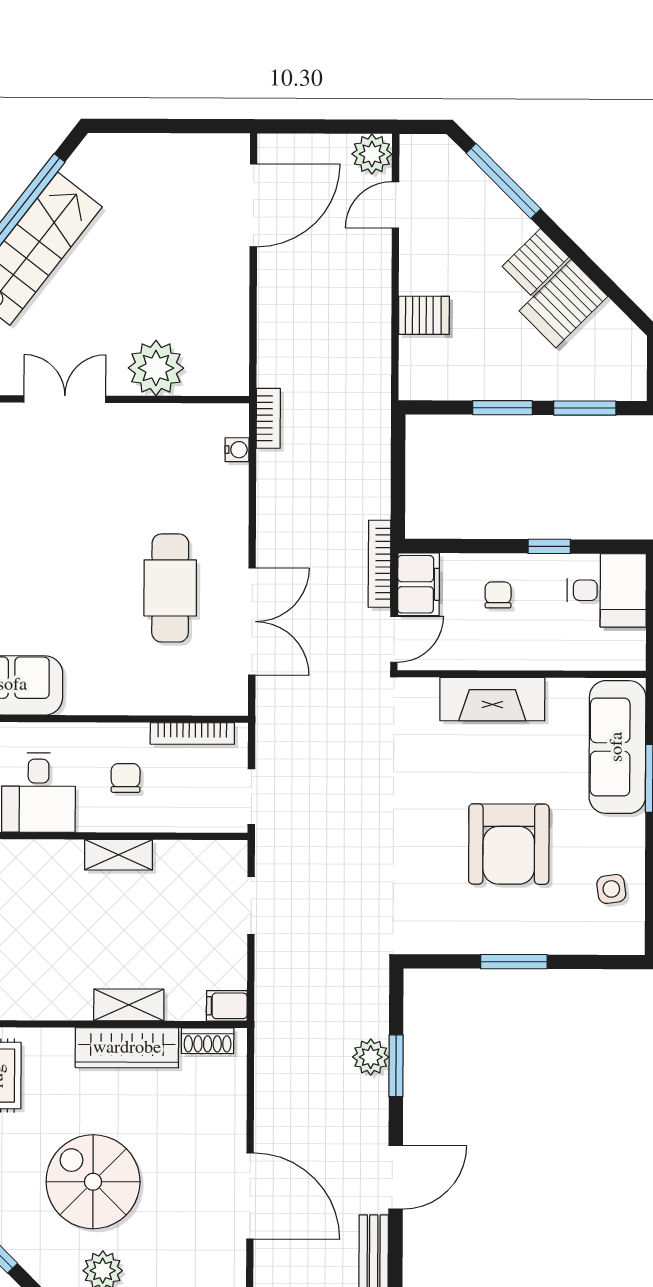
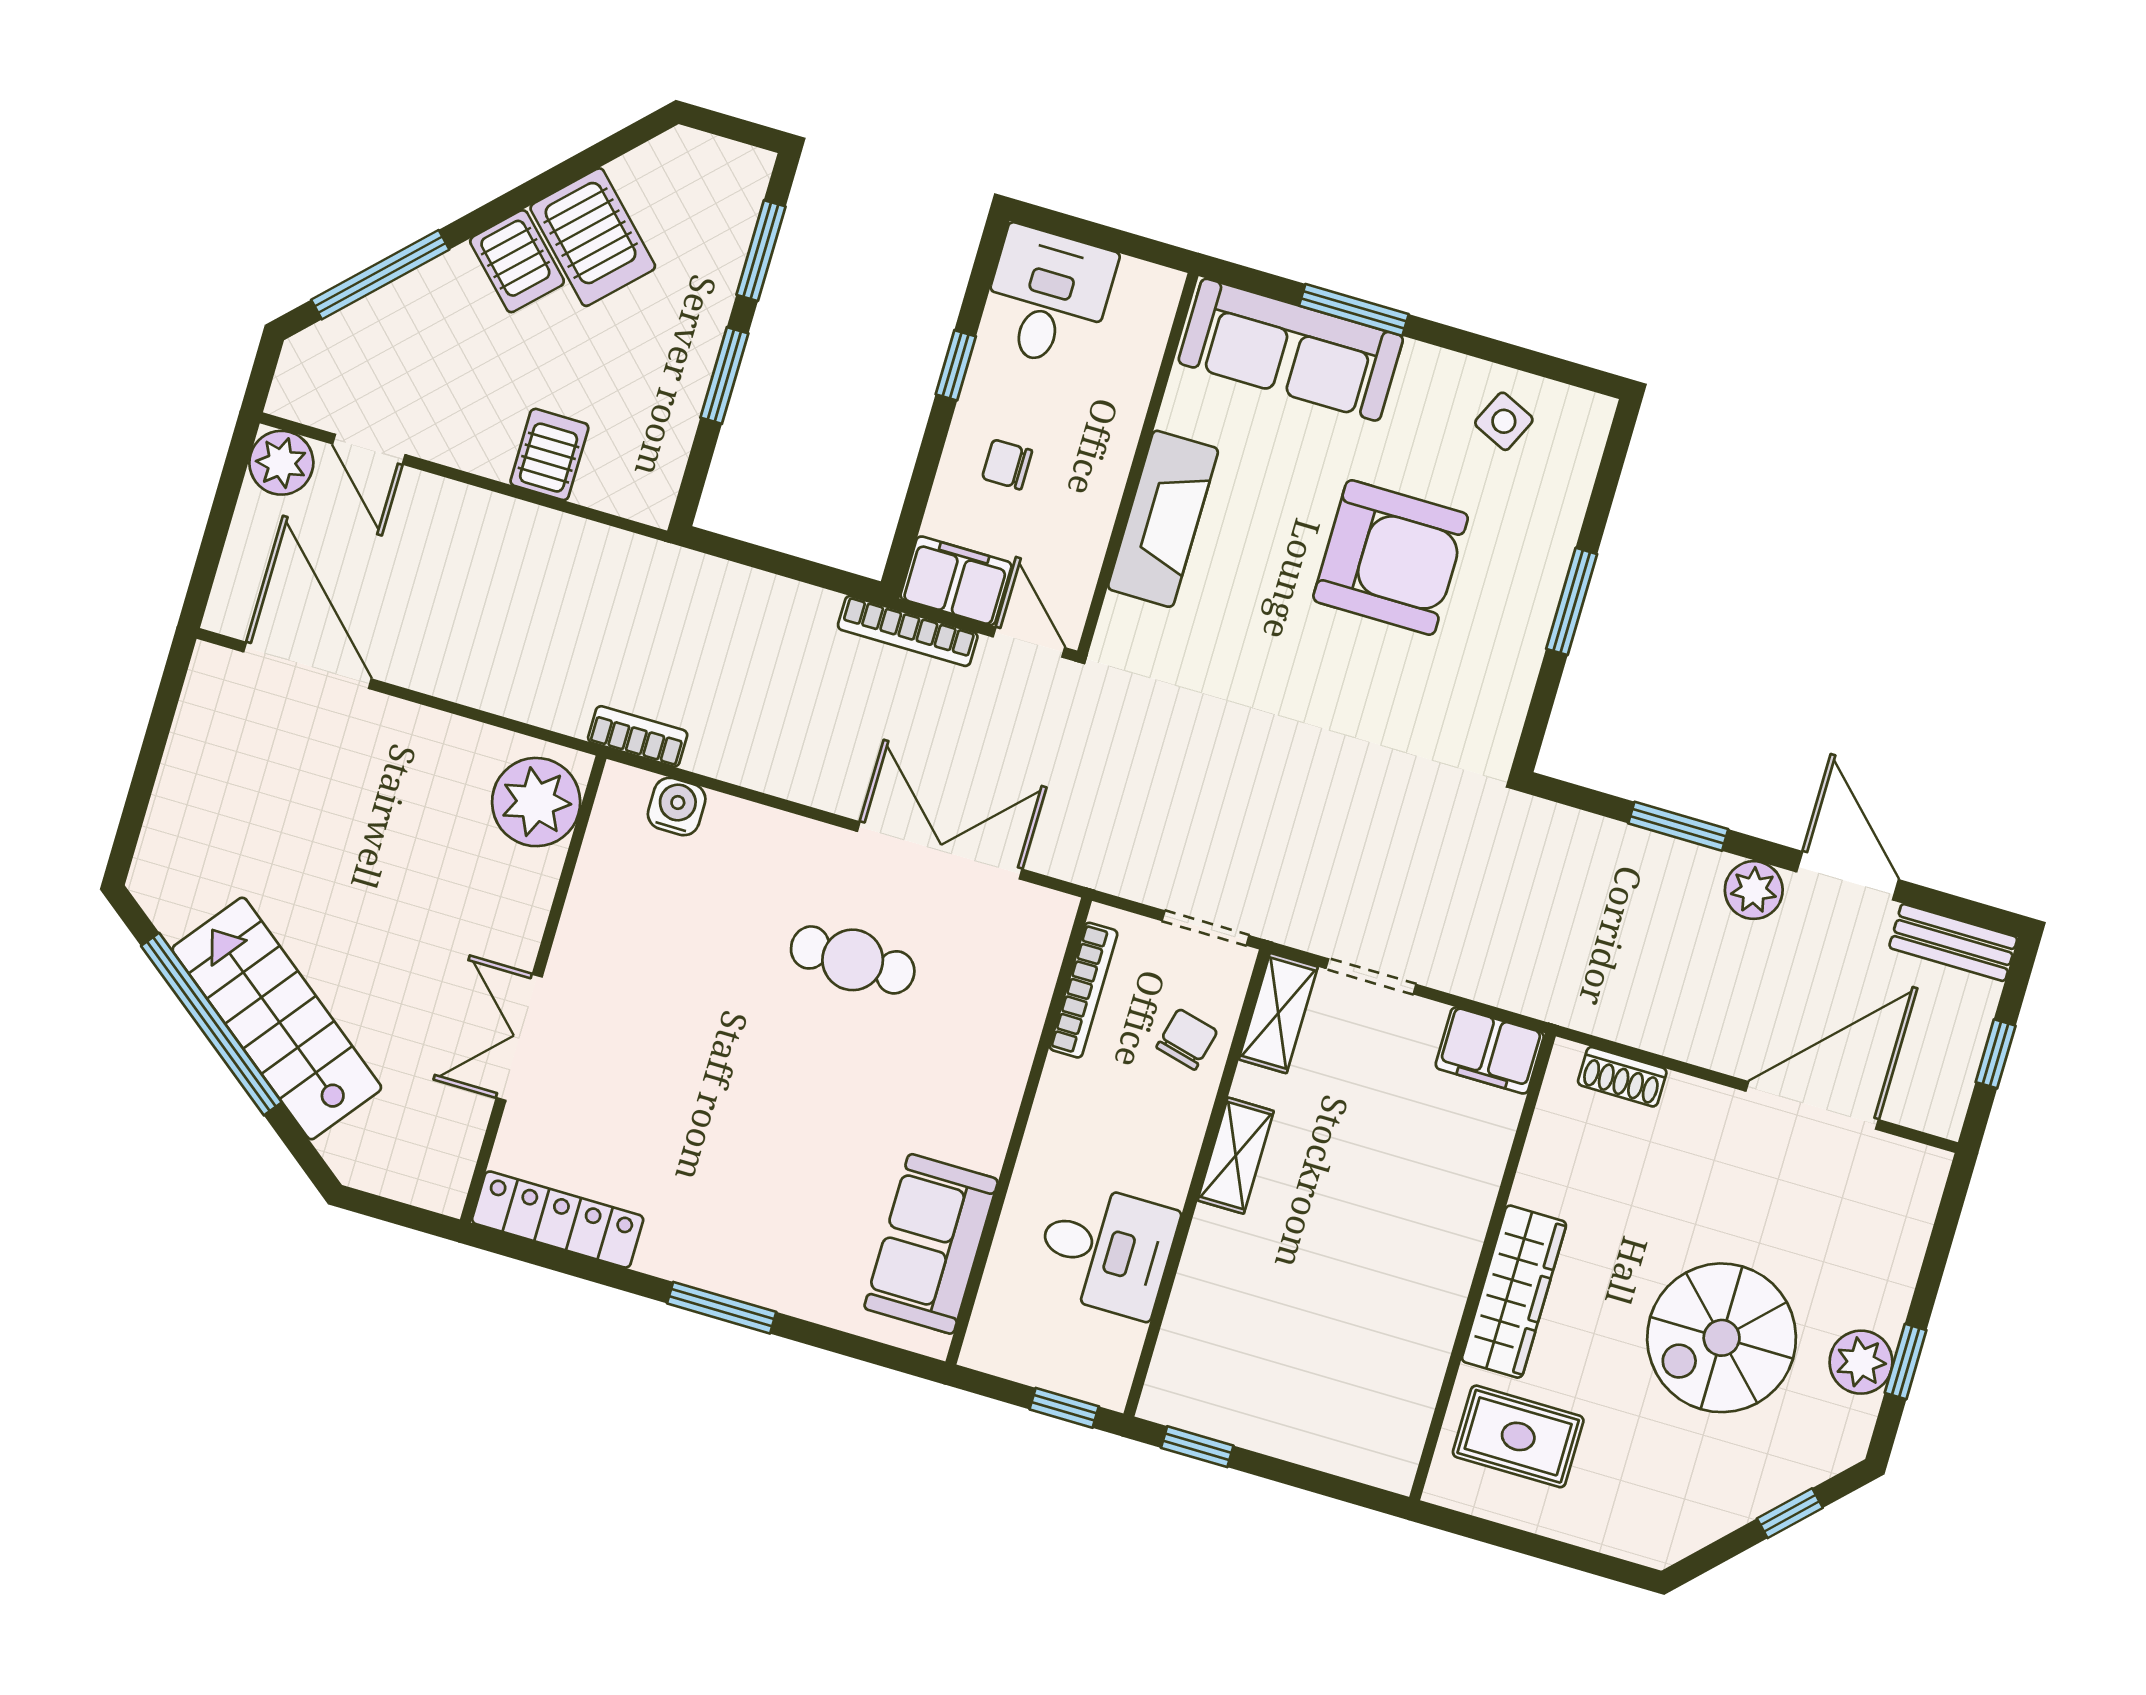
plant: (156, 368) -> (536, 802), moved
water cooler: (237, 450) -> (677, 807), width x1.38, depth x1.38
cafe table: (170, 588) -> (853, 960), width x0.73, depth x0.74
chair: (126, 778) -> (1187, 1039), moved, turned 104
side table: (611, 889) -> (1504, 421), turned 33
shelving: (129, 1005) -> (1278, 1013), moved
filing cabinet: (227, 1006) -> (1490, 1050), width x2.00
shoe rack: (208, 1041) -> (1622, 1077), moved, turned 90
wardrobe: (127, 1048) -> (1514, 1292), moved
plant: (371, 1057) -> (1754, 890), moved

